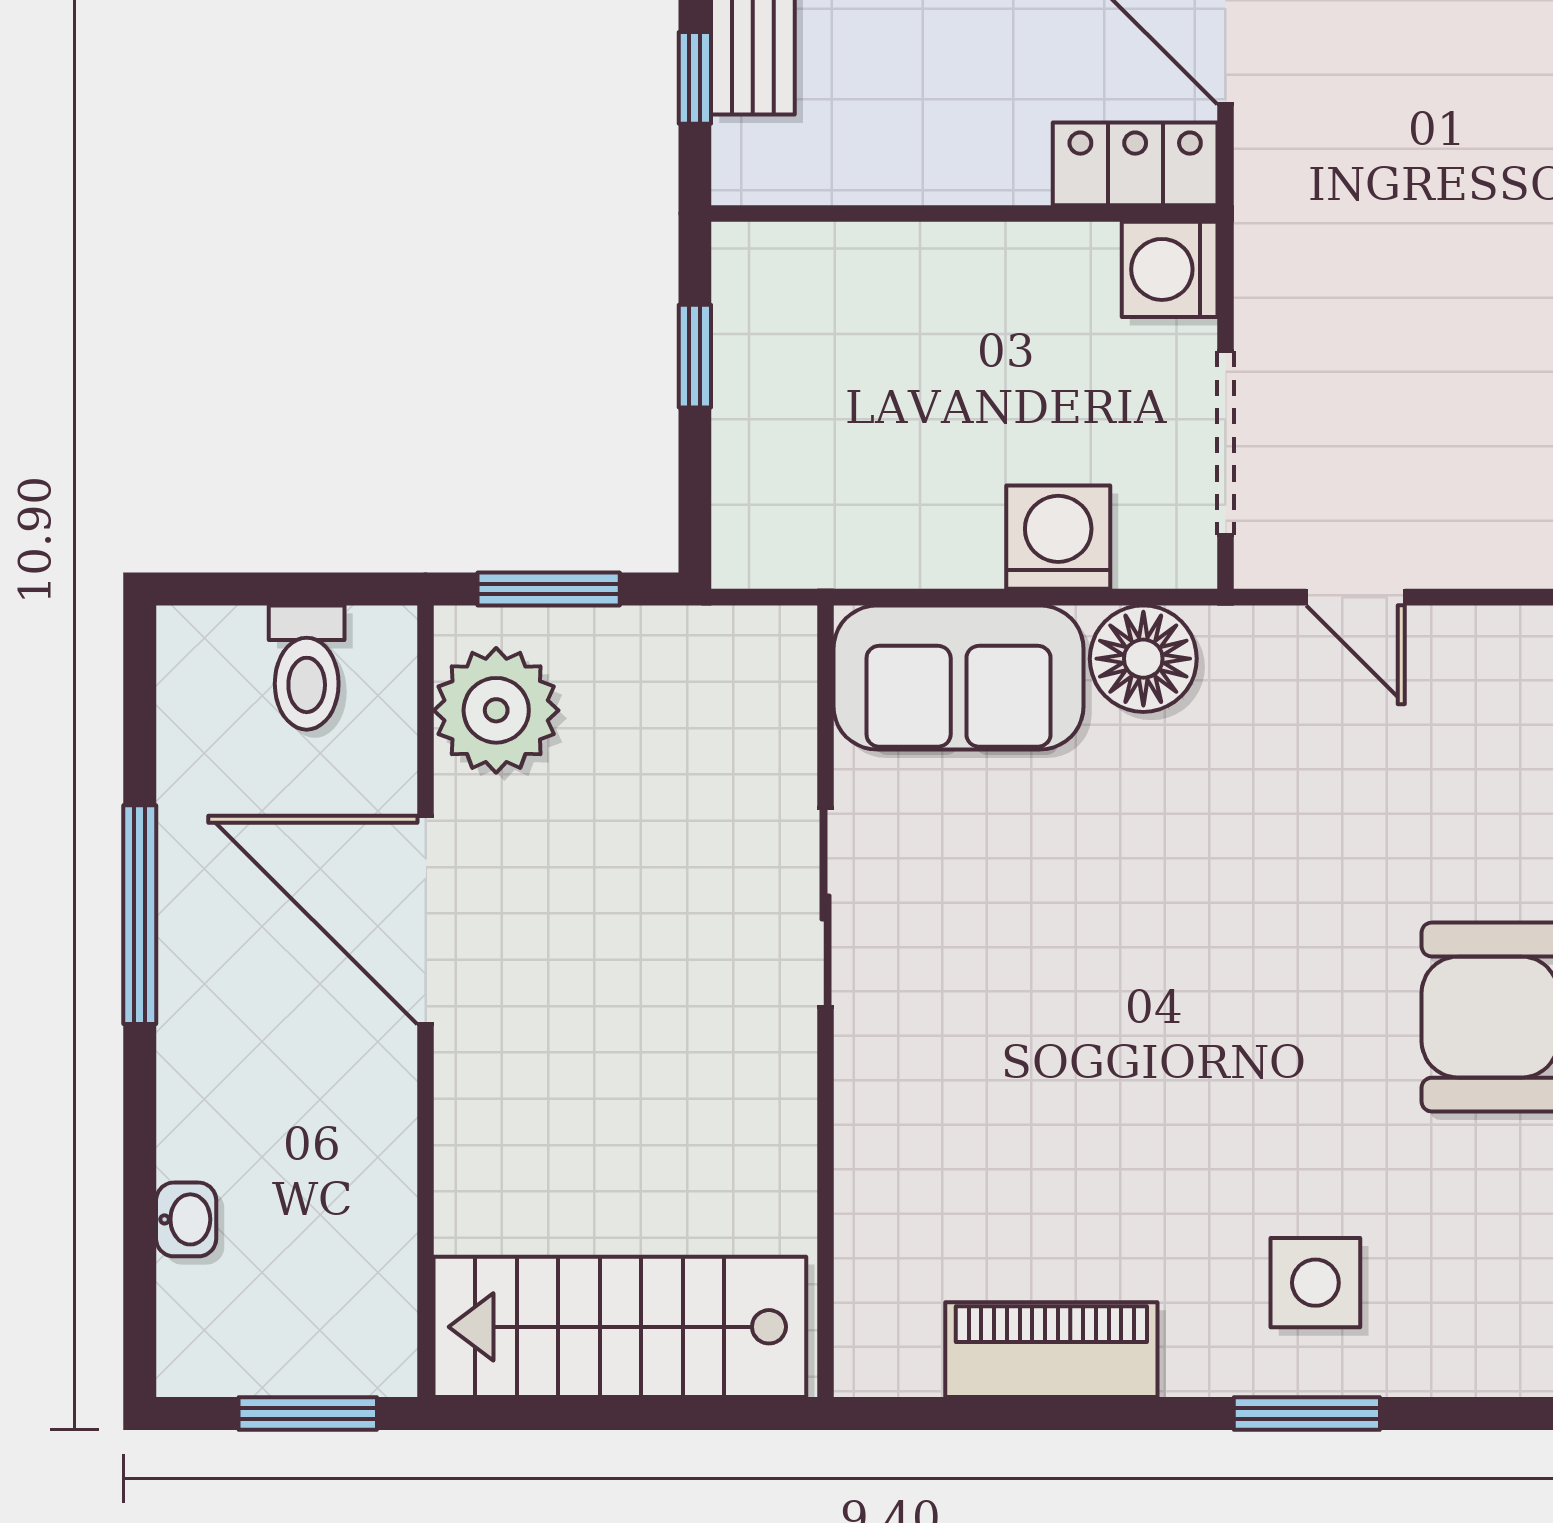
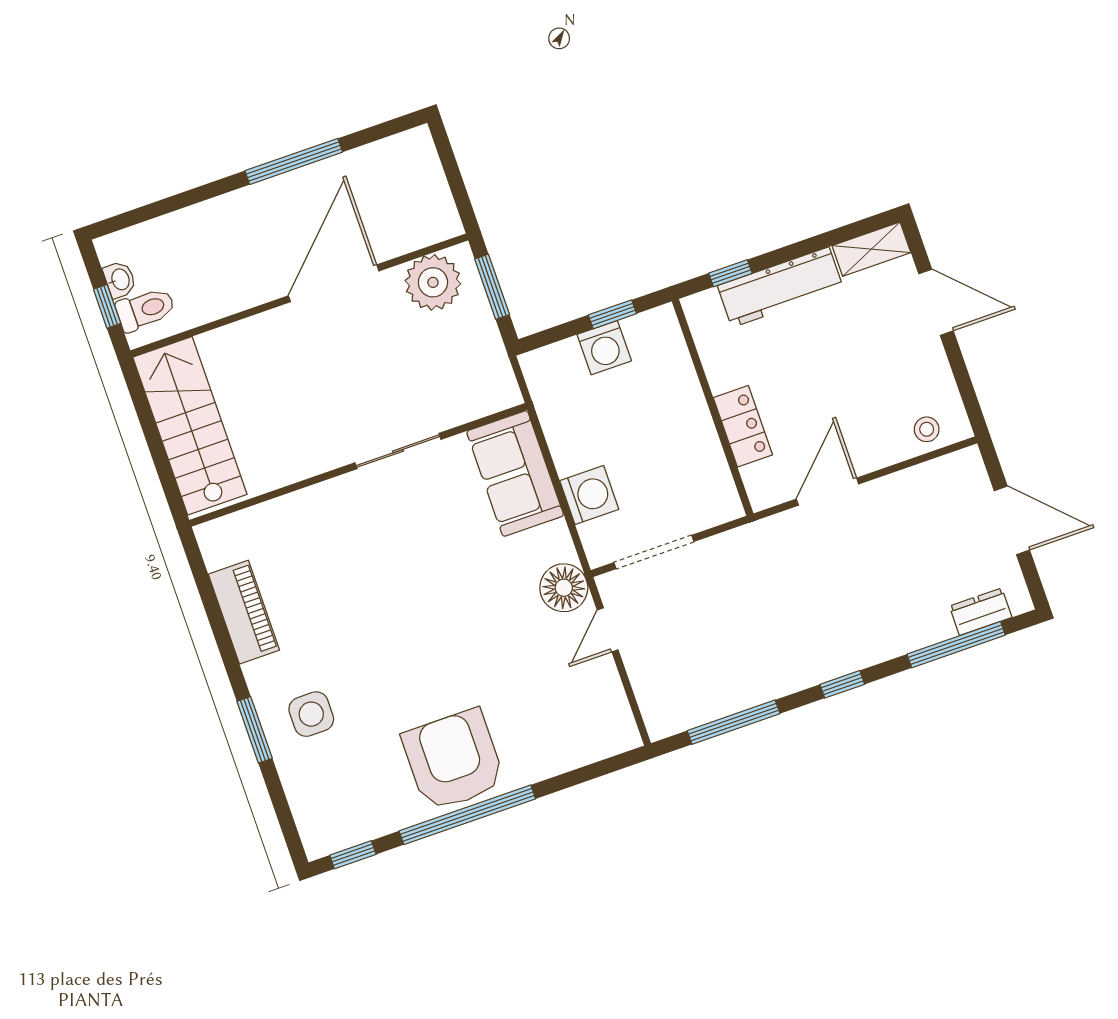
locker: (1135, 164) -> (743, 426), moved
washing machine: (1170, 269) -> (604, 348), moved, turned 180
floor lamp: (1143, 659) -> (564, 588), moved
toilet: (307, 668) -> (145, 309), moved, turned 180
washbasin: (186, 1219) -> (120, 280), moved, turned -90
window: (308, 1413) -> (107, 306), width x0.67

